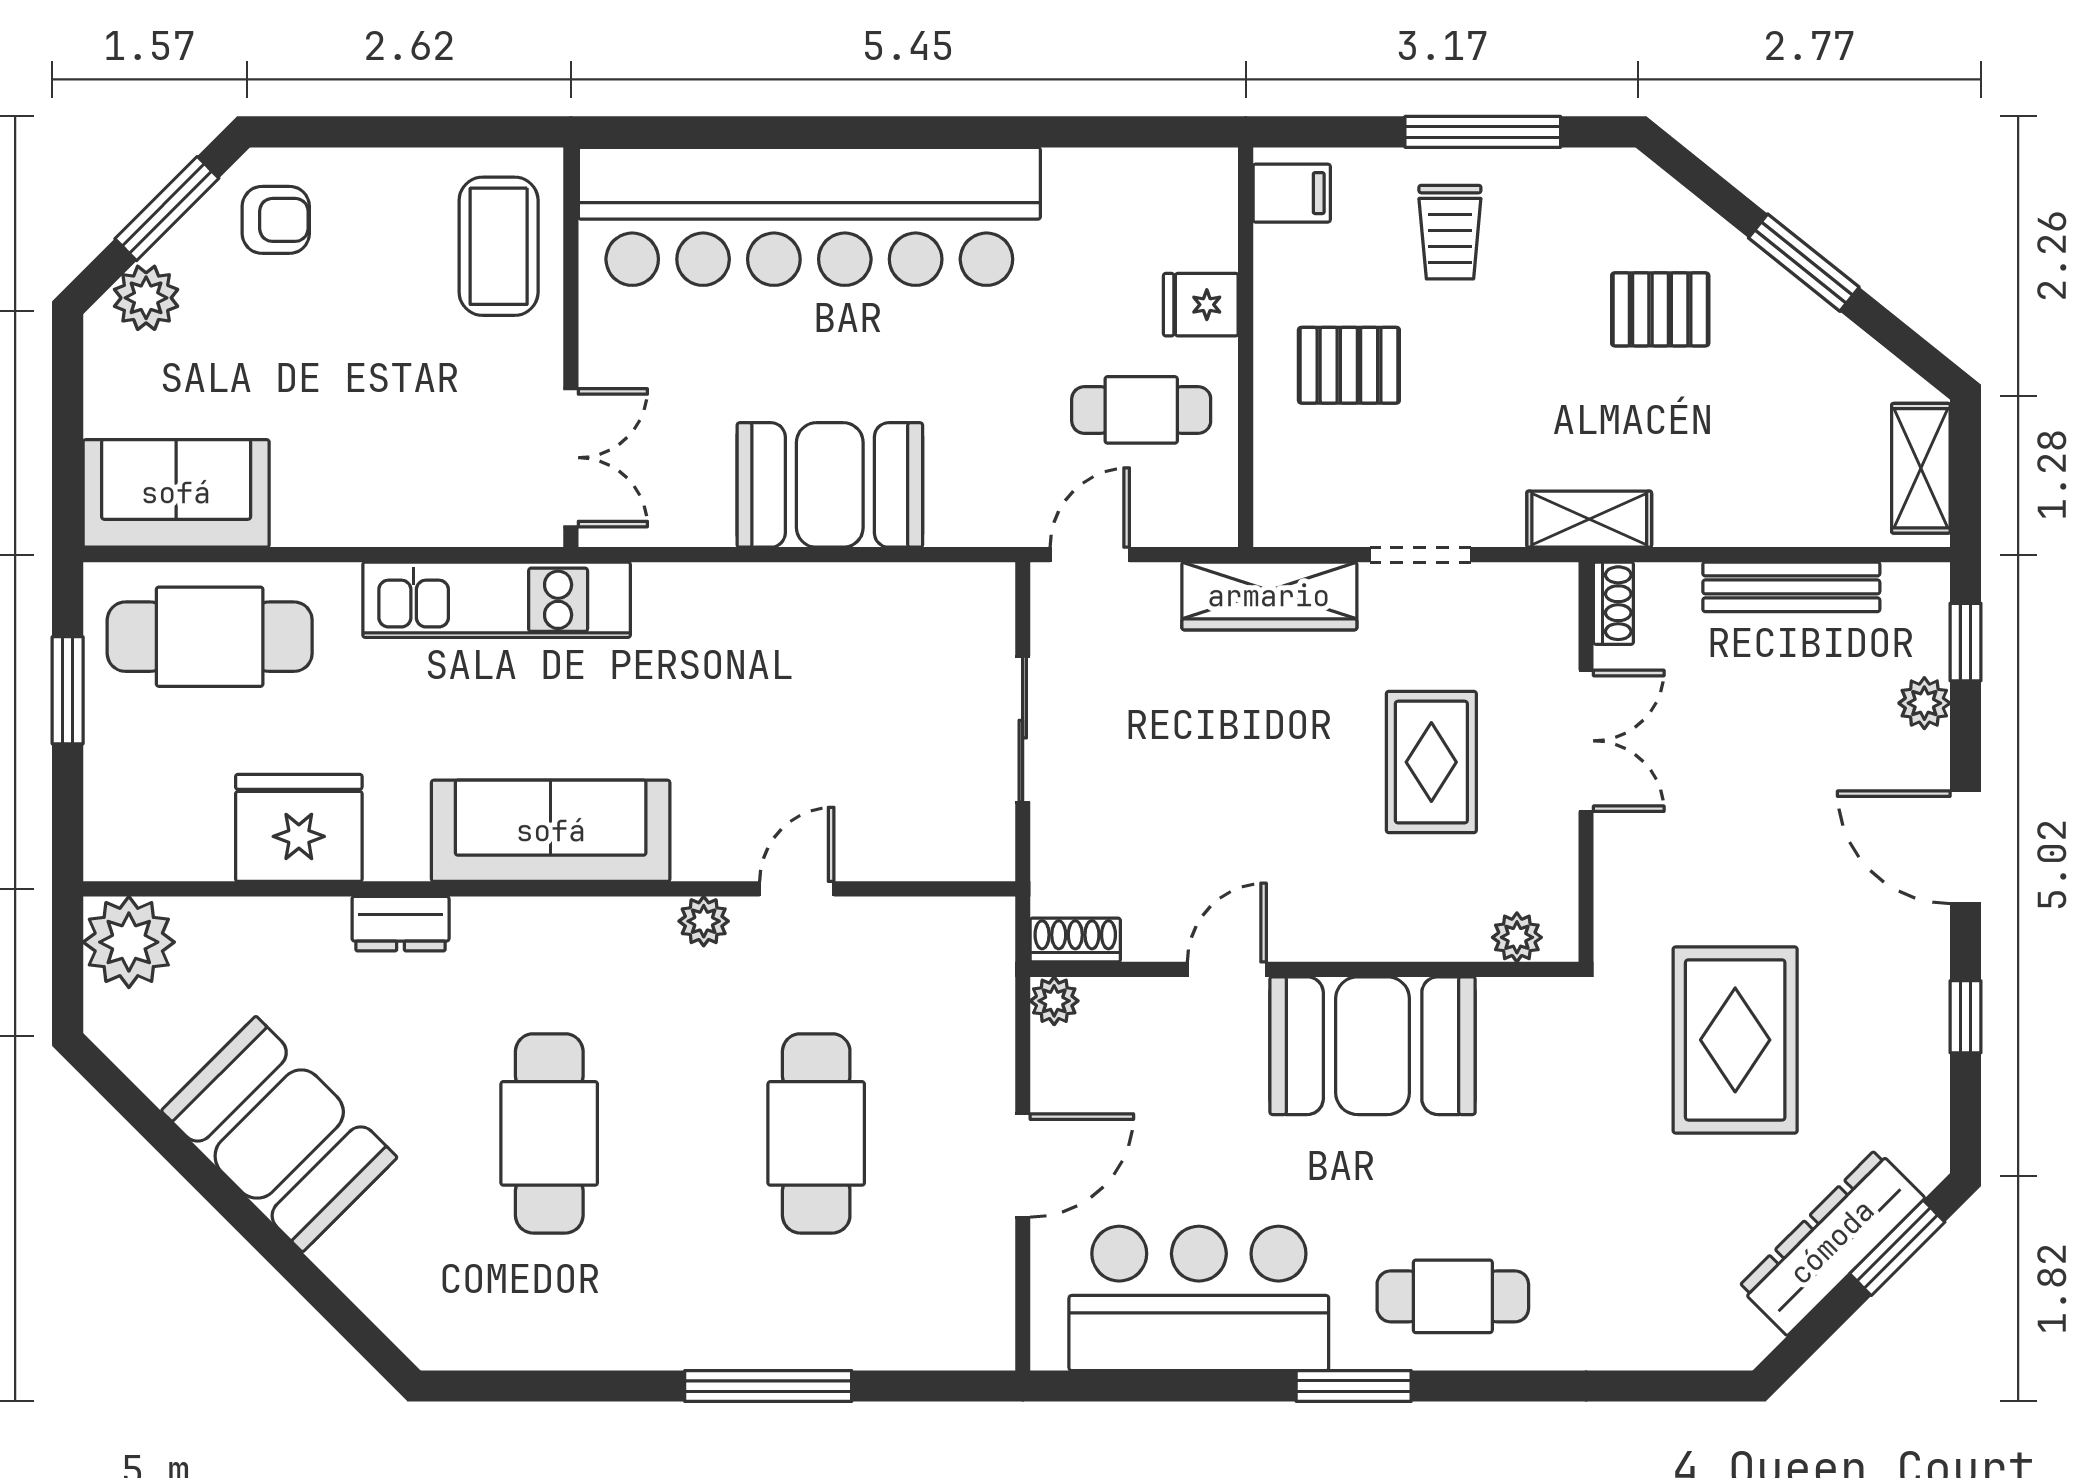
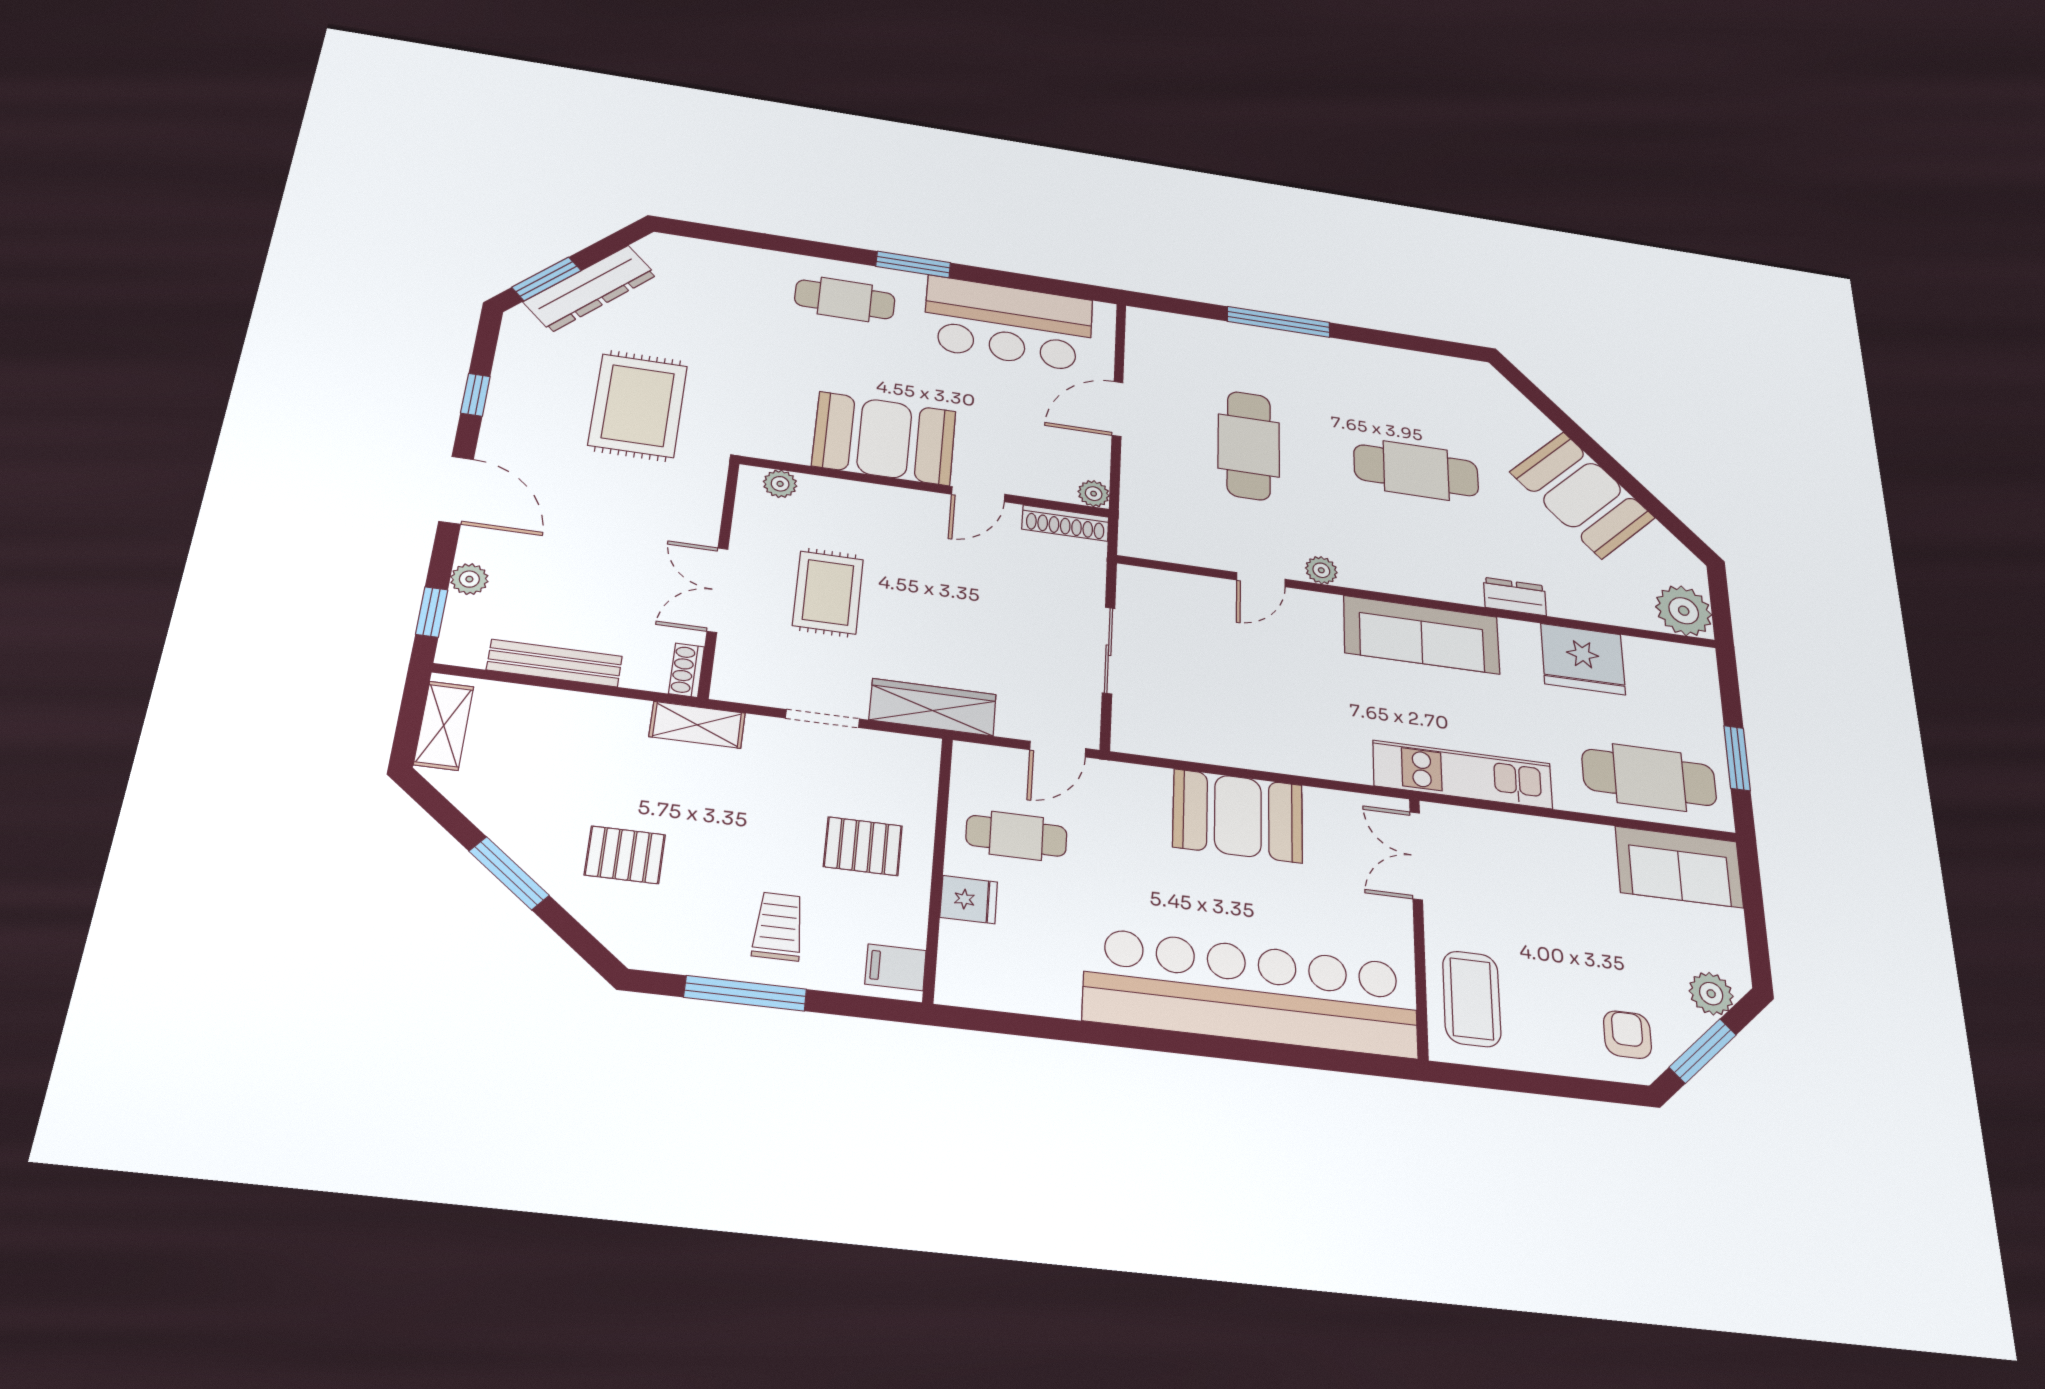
armchair: (276, 220) -> (1627, 1035), turned 90
shoe rack: (1075, 940) -> (1065, 523), width x1.43
cafe table: (549, 1133) -> (1416, 470), turned 90

